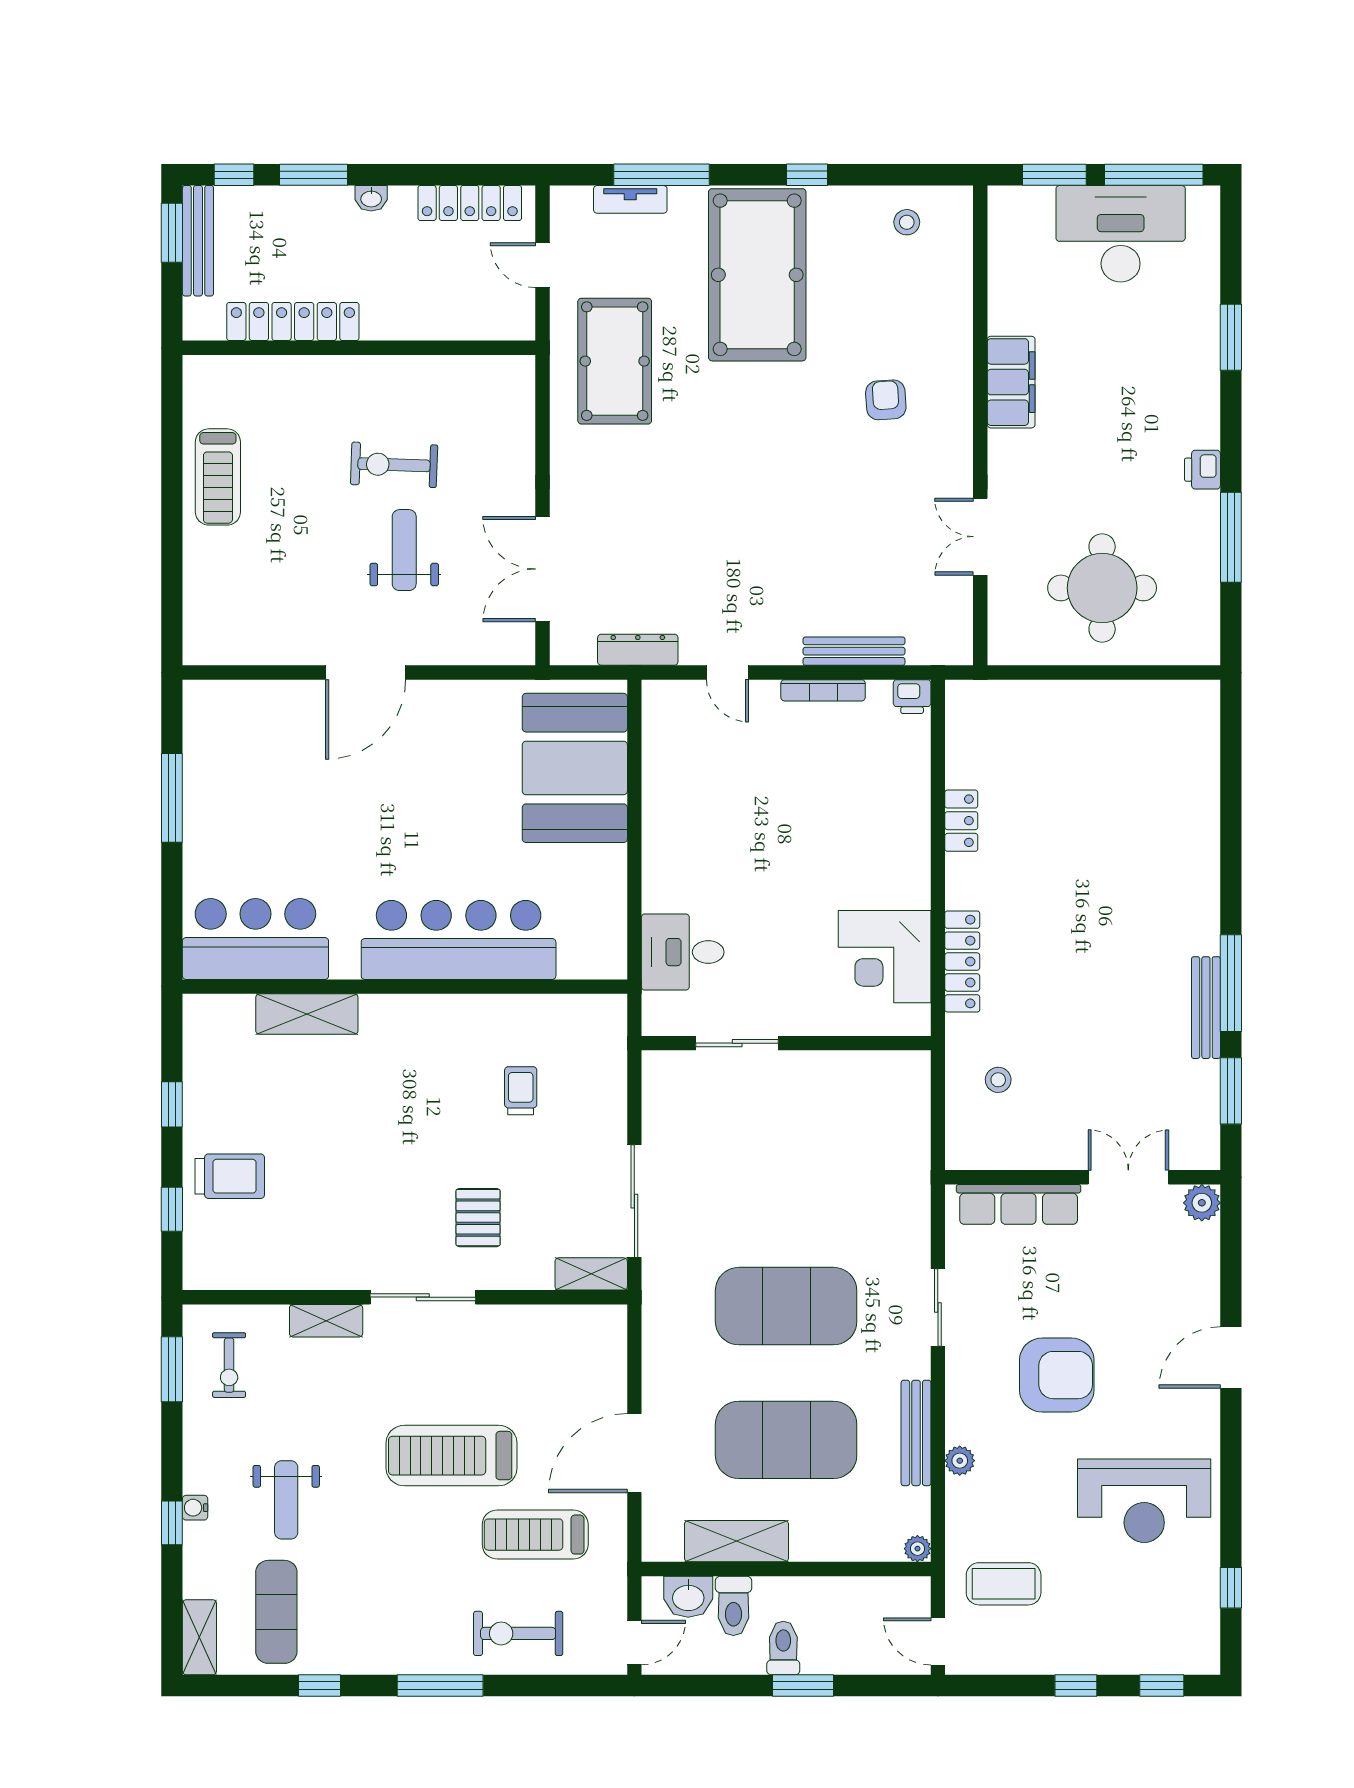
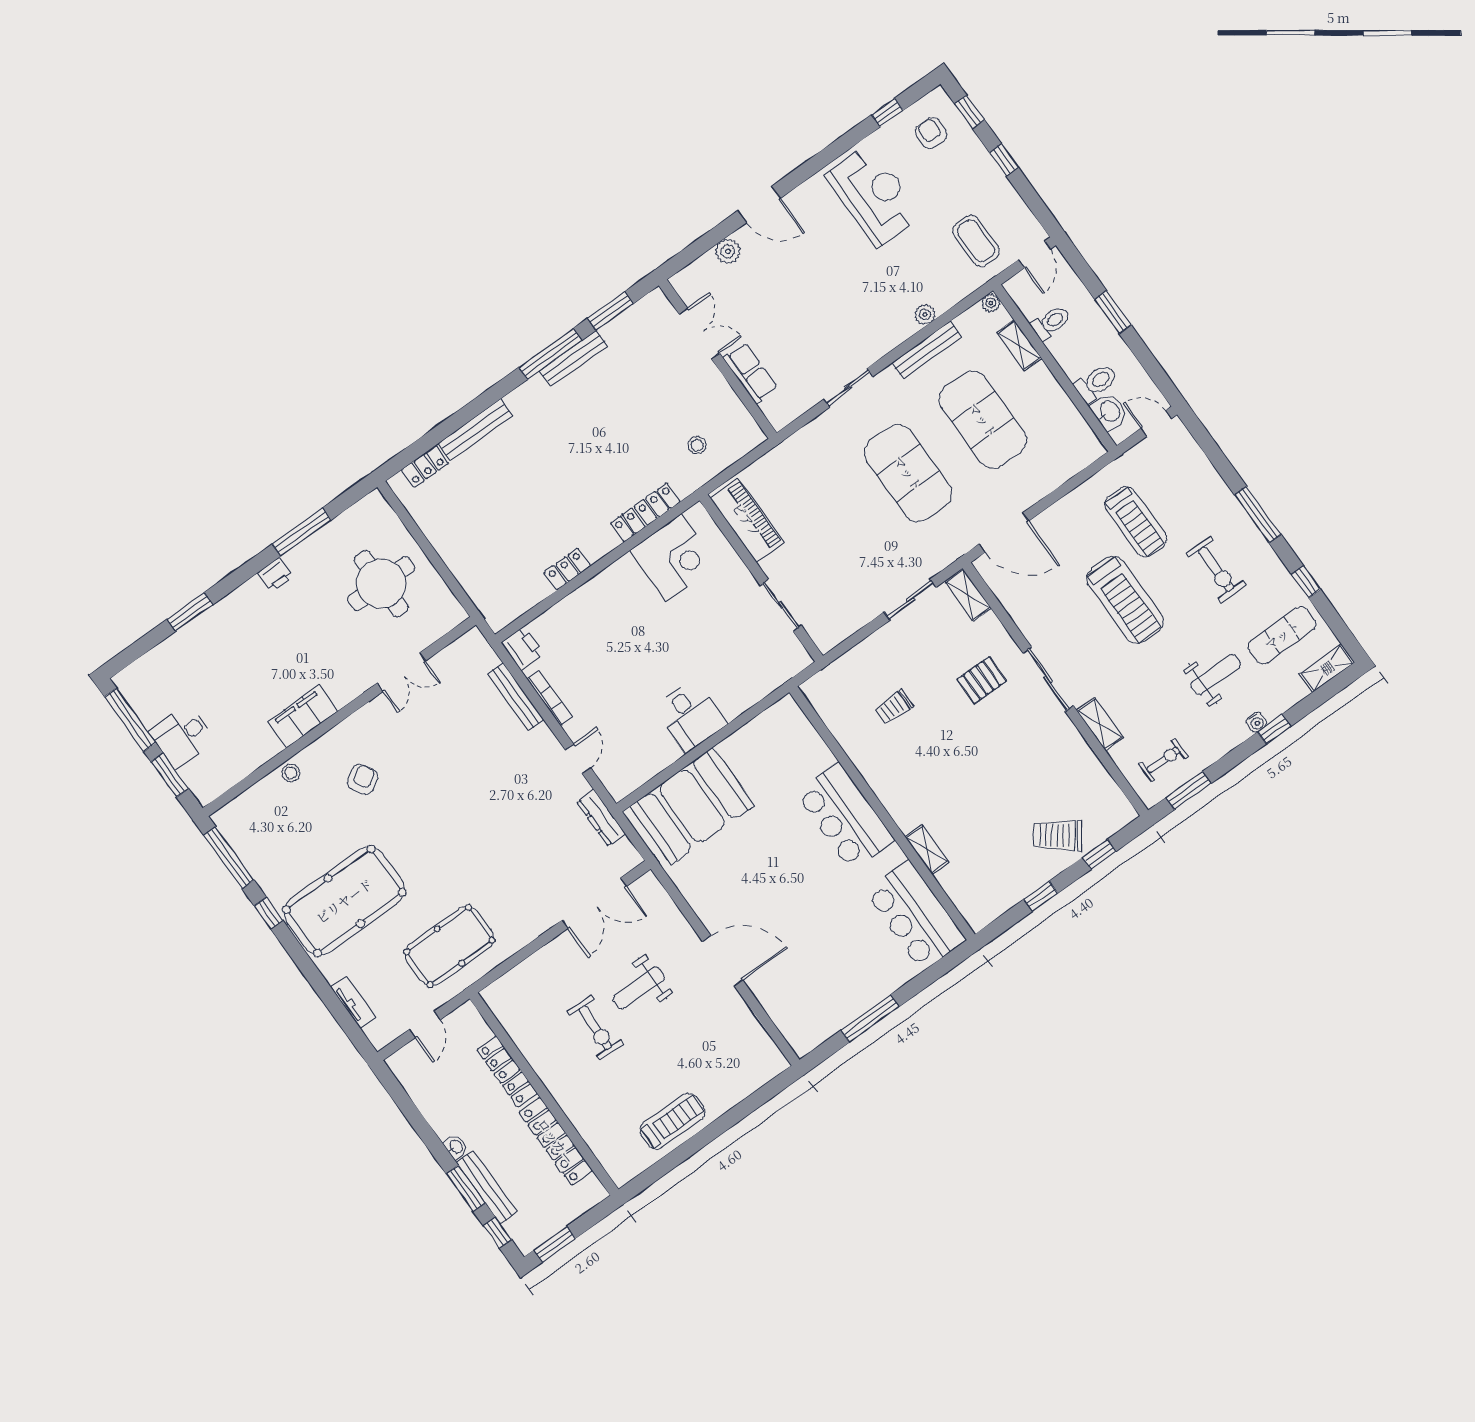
window: (662, 175) -> (229, 858), moved
locker: (470, 203) -> (507, 1072), moved, turned 180
stool: (907, 222) -> (291, 773), moved
desk: (1121, 234) -> (182, 736), width x0.53, depth x0.77
bench: (198, 241) -> (487, 1187), moved, turned 90
armchair: (886, 400) -> (363, 779), turned 153
printer: (912, 697) -> (523, 648), width x1.36, depth x1.24
locker: (1204, 739) -> (425, 467), added
bench: (1205, 831) -> (476, 430), added
bar counter: (459, 940) -> (845, 816), width x0.73
desk: (683, 952) -> (690, 716), moved
shelving: (307, 1014) -> (927, 849), width x0.67, depth x0.75
piano: (867, 1075) -> (747, 520), added
trolley: (230, 1176) -> (1058, 835), turned -53
double door: (1128, 1177) -> (699, 334), swing flipped
sliding door: (634, 1201) -> (910, 600), width x0.73
plant: (1202, 1203) -> (728, 251), moved
row of seats: (1019, 1204) -> (750, 373), width x0.68
armchair: (1057, 1375) -> (931, 133), moved, width x0.53, depth x0.53
door: (634, 1453) -> (1004, 533), moved
shelving: (736, 1541) -> (1019, 345), moved, width x0.67, depth x0.75
exercise bike: (518, 1633) -> (1216, 569), moved
toilet: (783, 1648) -> (1051, 323), moved, turned 180

